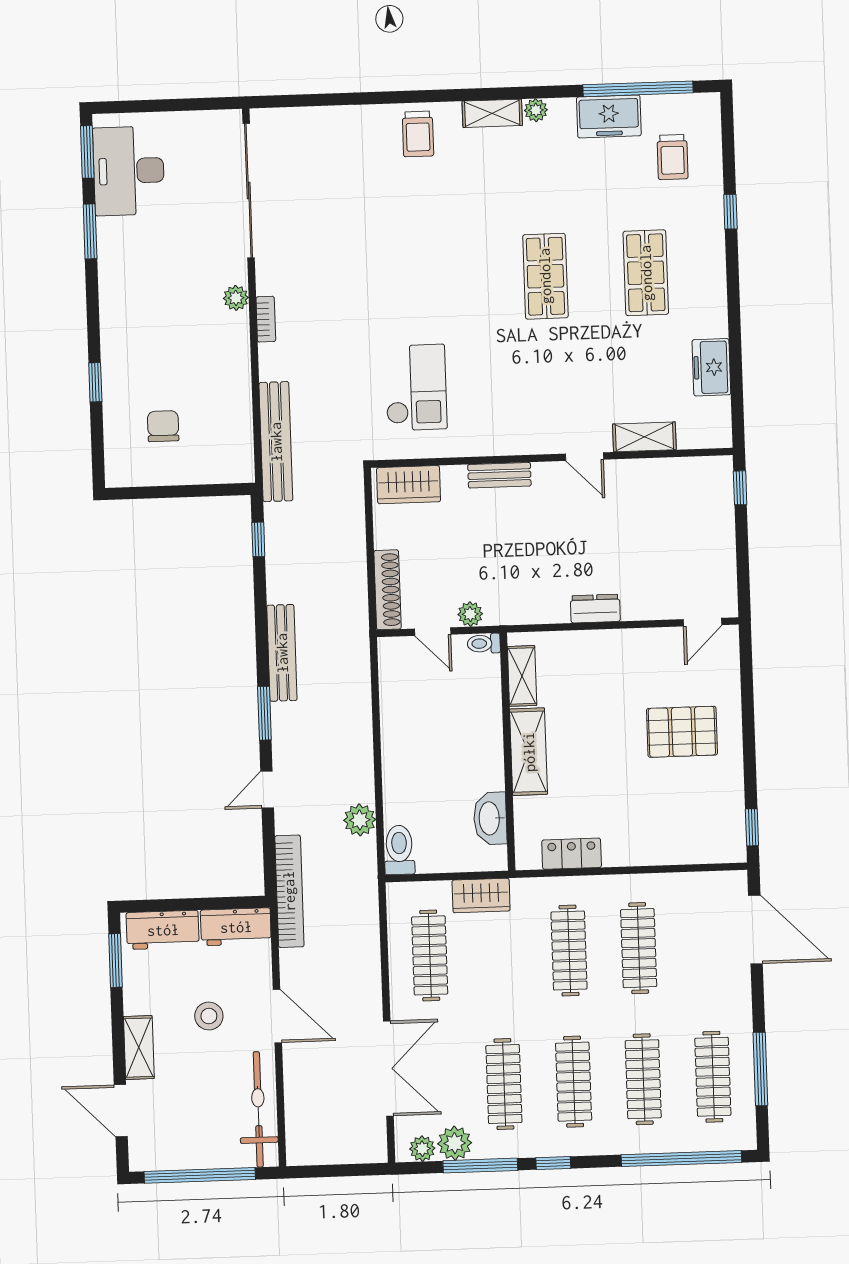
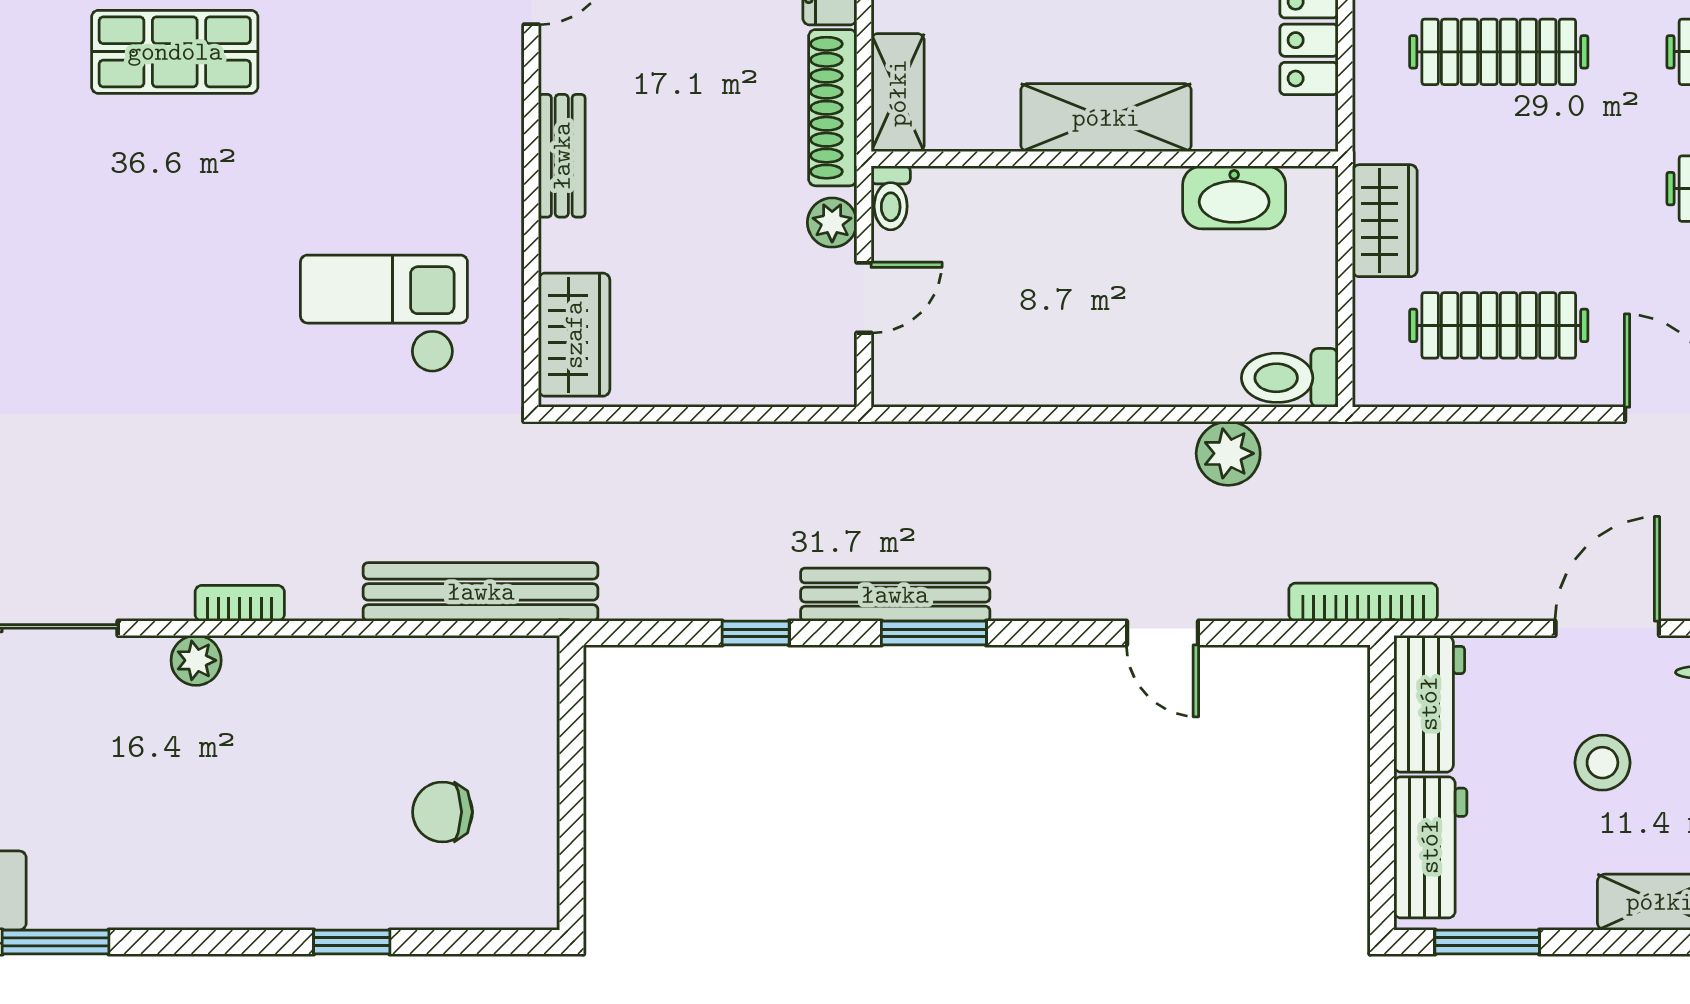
window: (258, 539) -> (756, 633), moved
shoe rack: (388, 590) -> (833, 108), moved, turned -90
shelving: (522, 676) -> (898, 93), moved, turned 90
window: (264, 713) -> (934, 633), moved
bookcase: (289, 891) -> (1363, 602), width x0.68, depth x0.76

